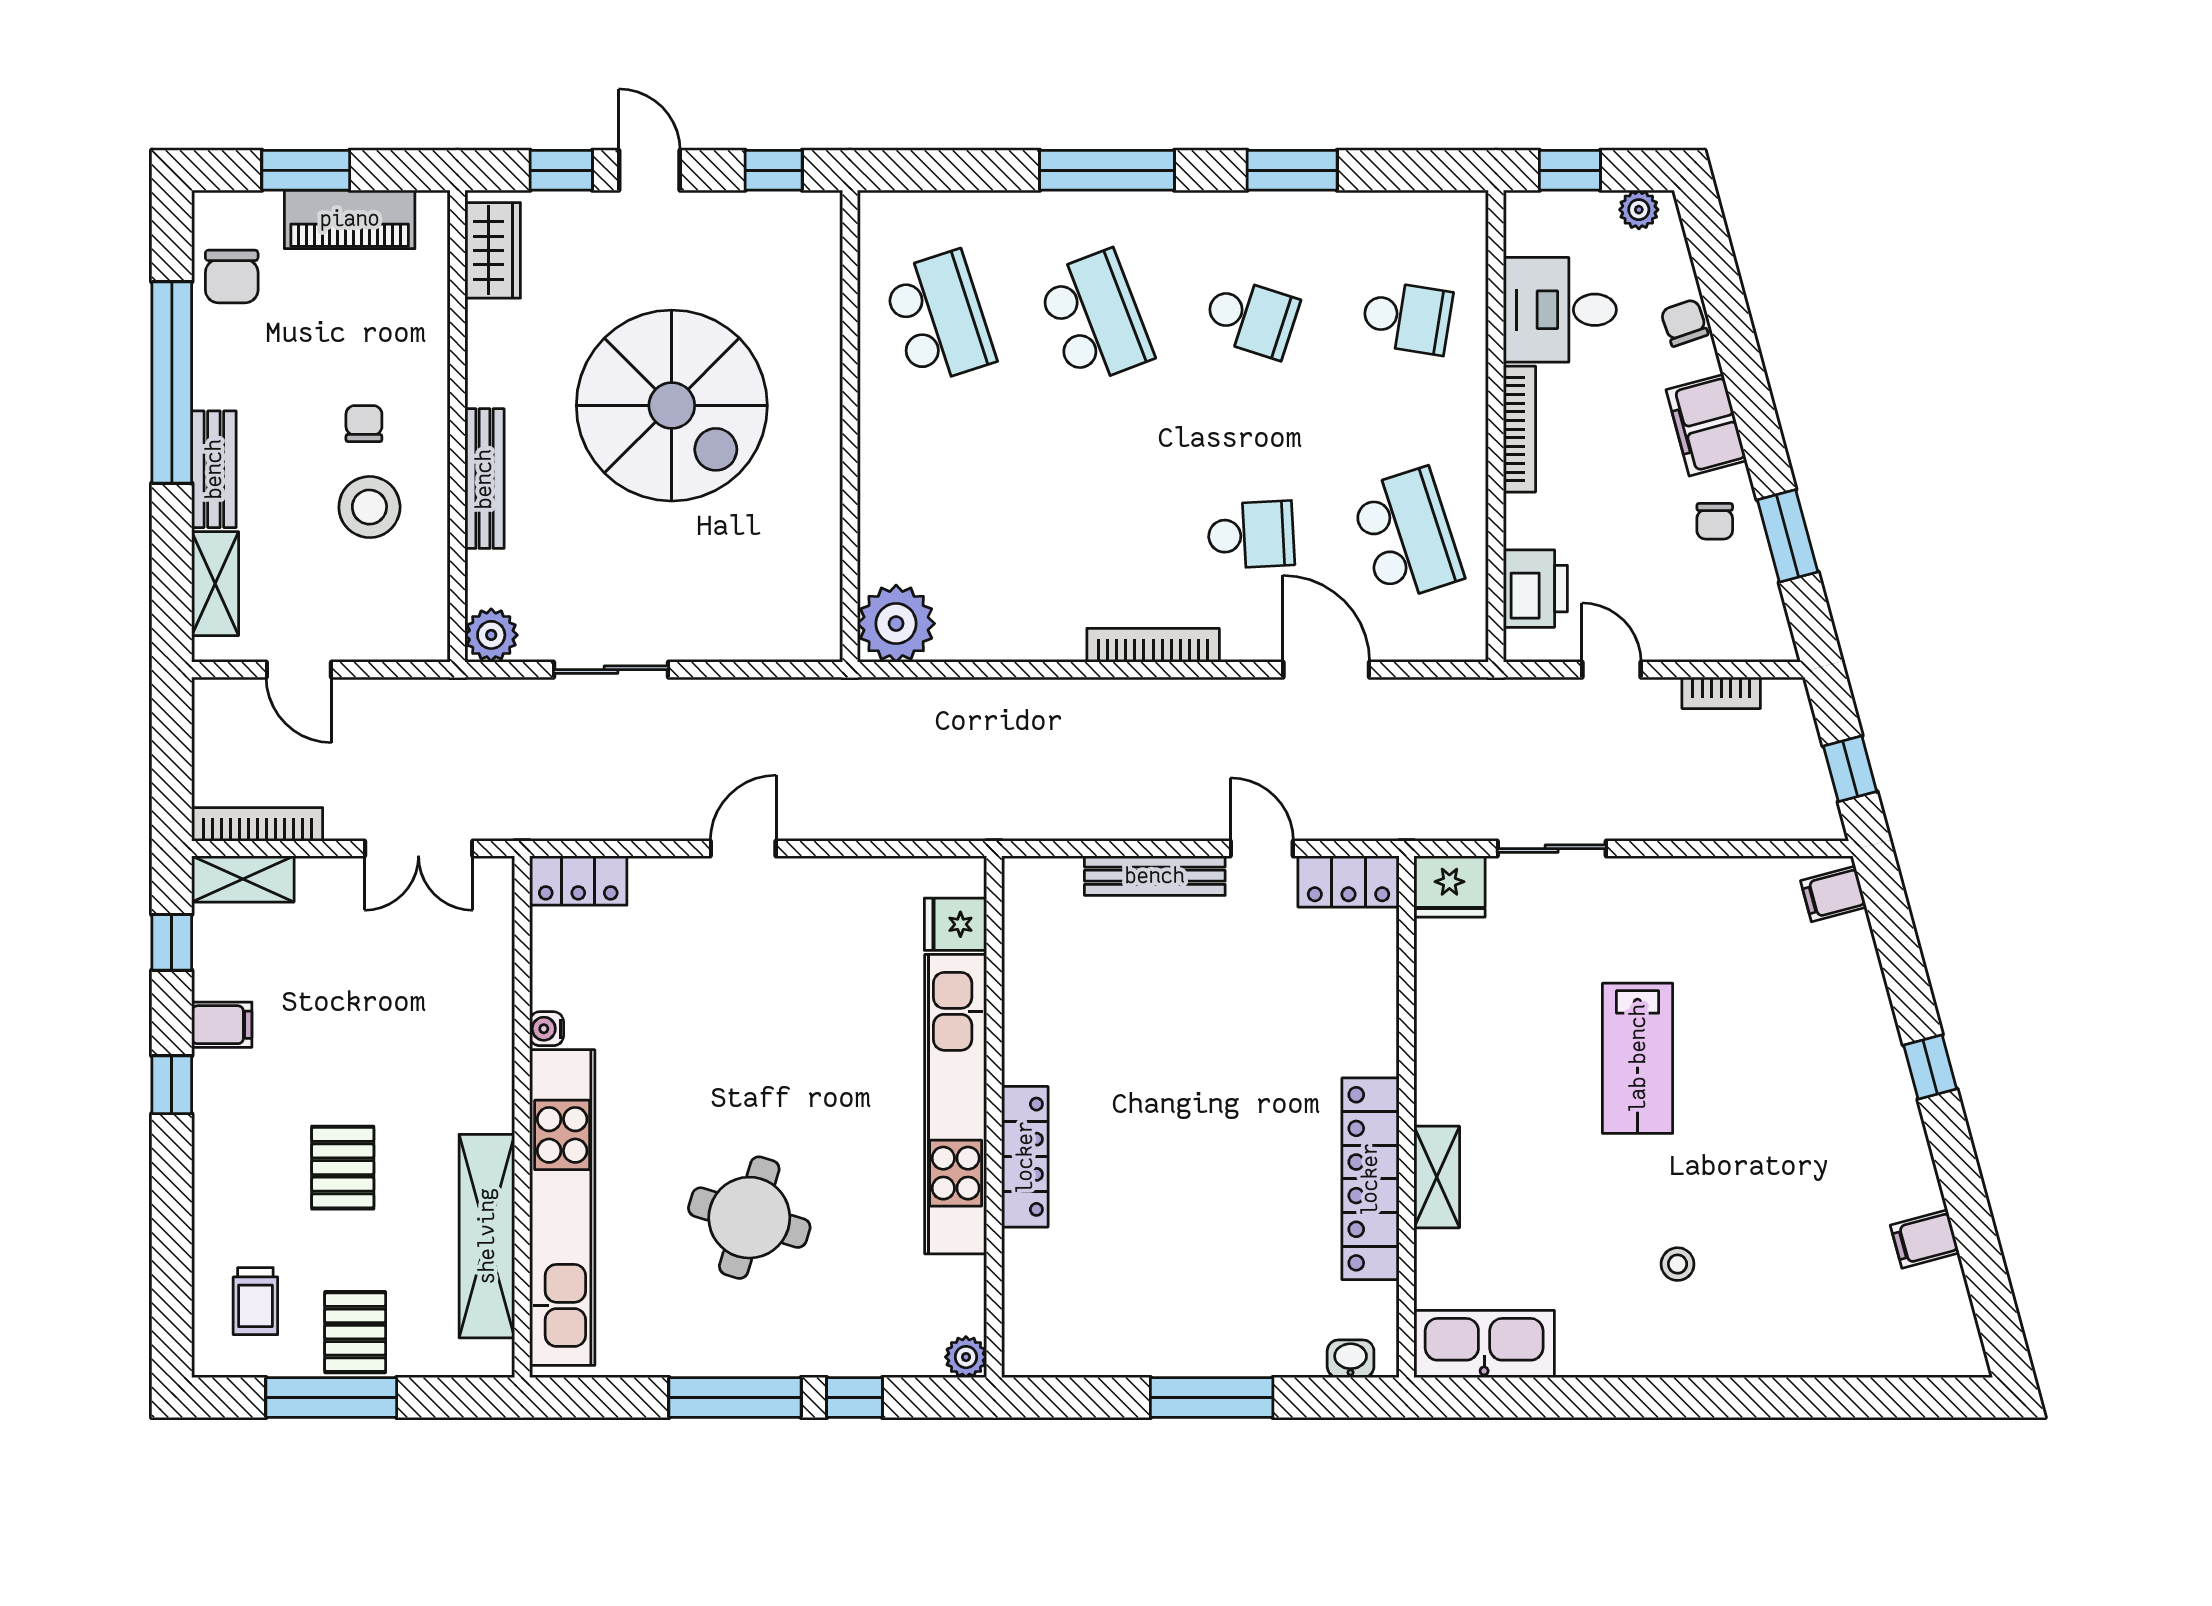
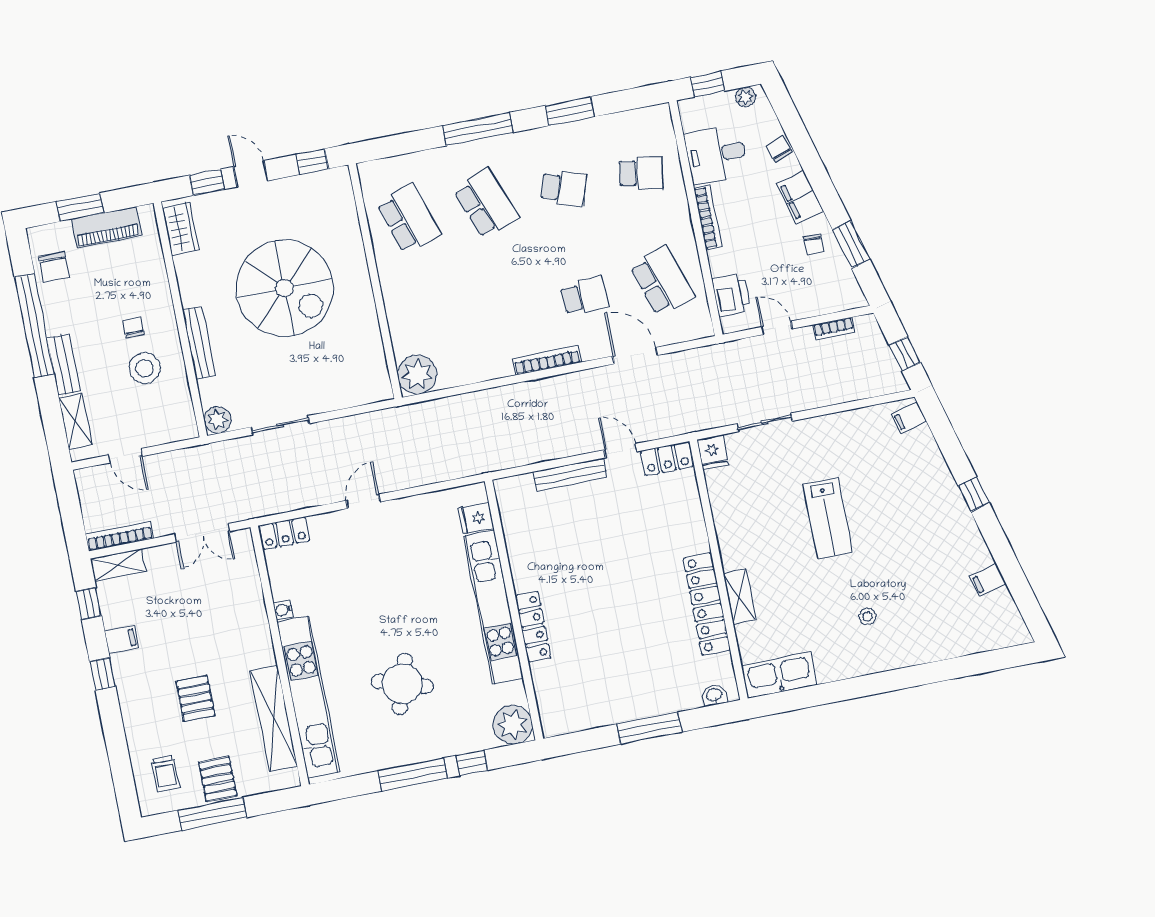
fridge: (1449, 887) -> (713, 452), width x0.72
plant: (966, 1357) -> (513, 725), width x1.88, depth x1.88

